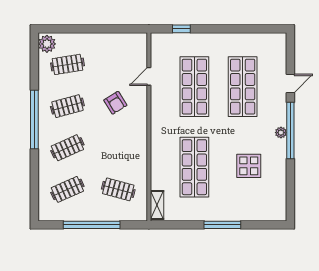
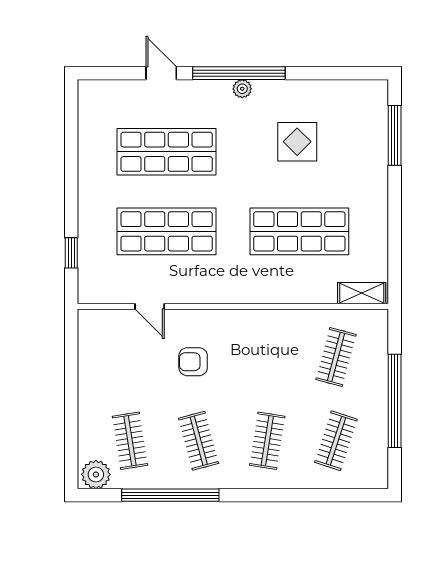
armchair: (115, 103) -> (193, 362), turned -148
window: (34, 120) -> (170, 495), moved
clothes rail: (67, 148) -> (267, 441), turned 33
clothes rail: (67, 189) -> (336, 441), turned 42
window: (222, 225) -> (395, 135), moved

